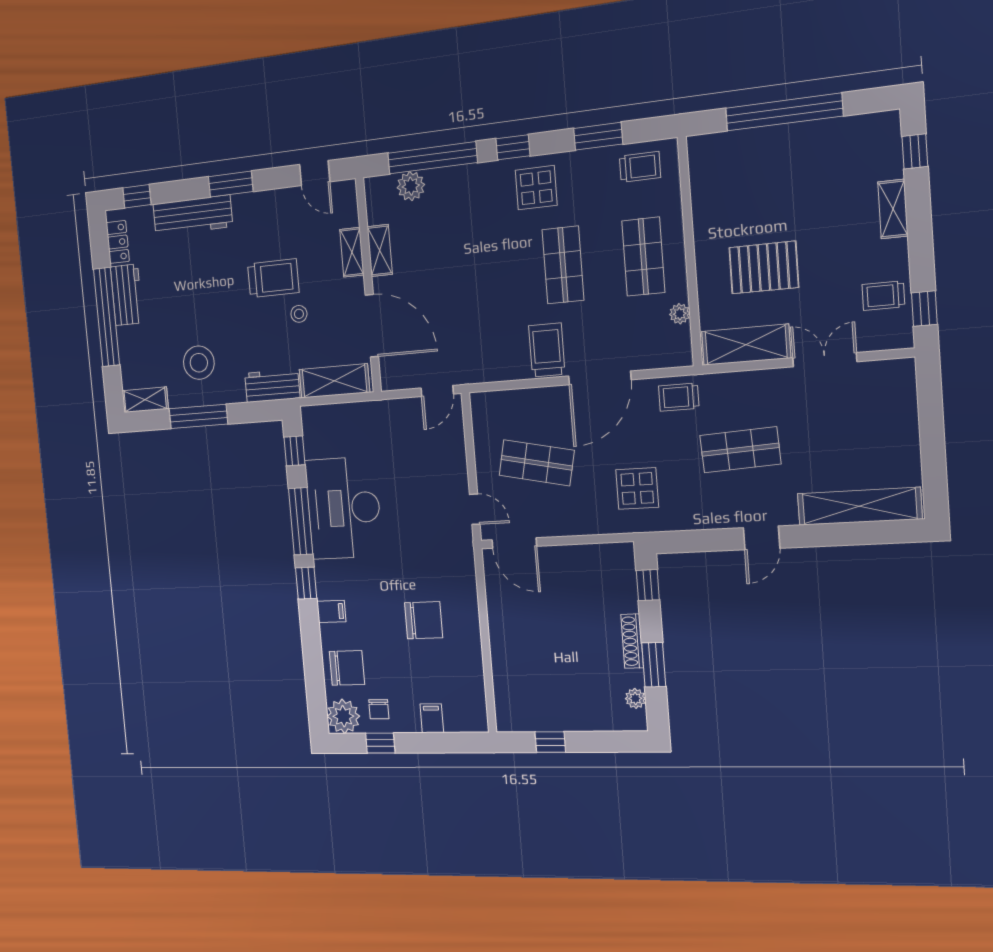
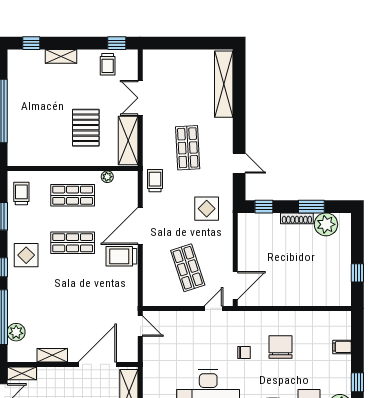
shelving: (352, 252) -> (22, 373), moved
door: (600, 378) -> (140, 226), swing flipped
trolley: (679, 397) -> (155, 181), turned 180
shop shelf: (537, 463) -> (188, 268), turned -30
door: (762, 538) -> (239, 163), moved
plant: (635, 698) -> (326, 224), width x1.87, depth x1.87
chair: (379, 709) -> (244, 353), moved

